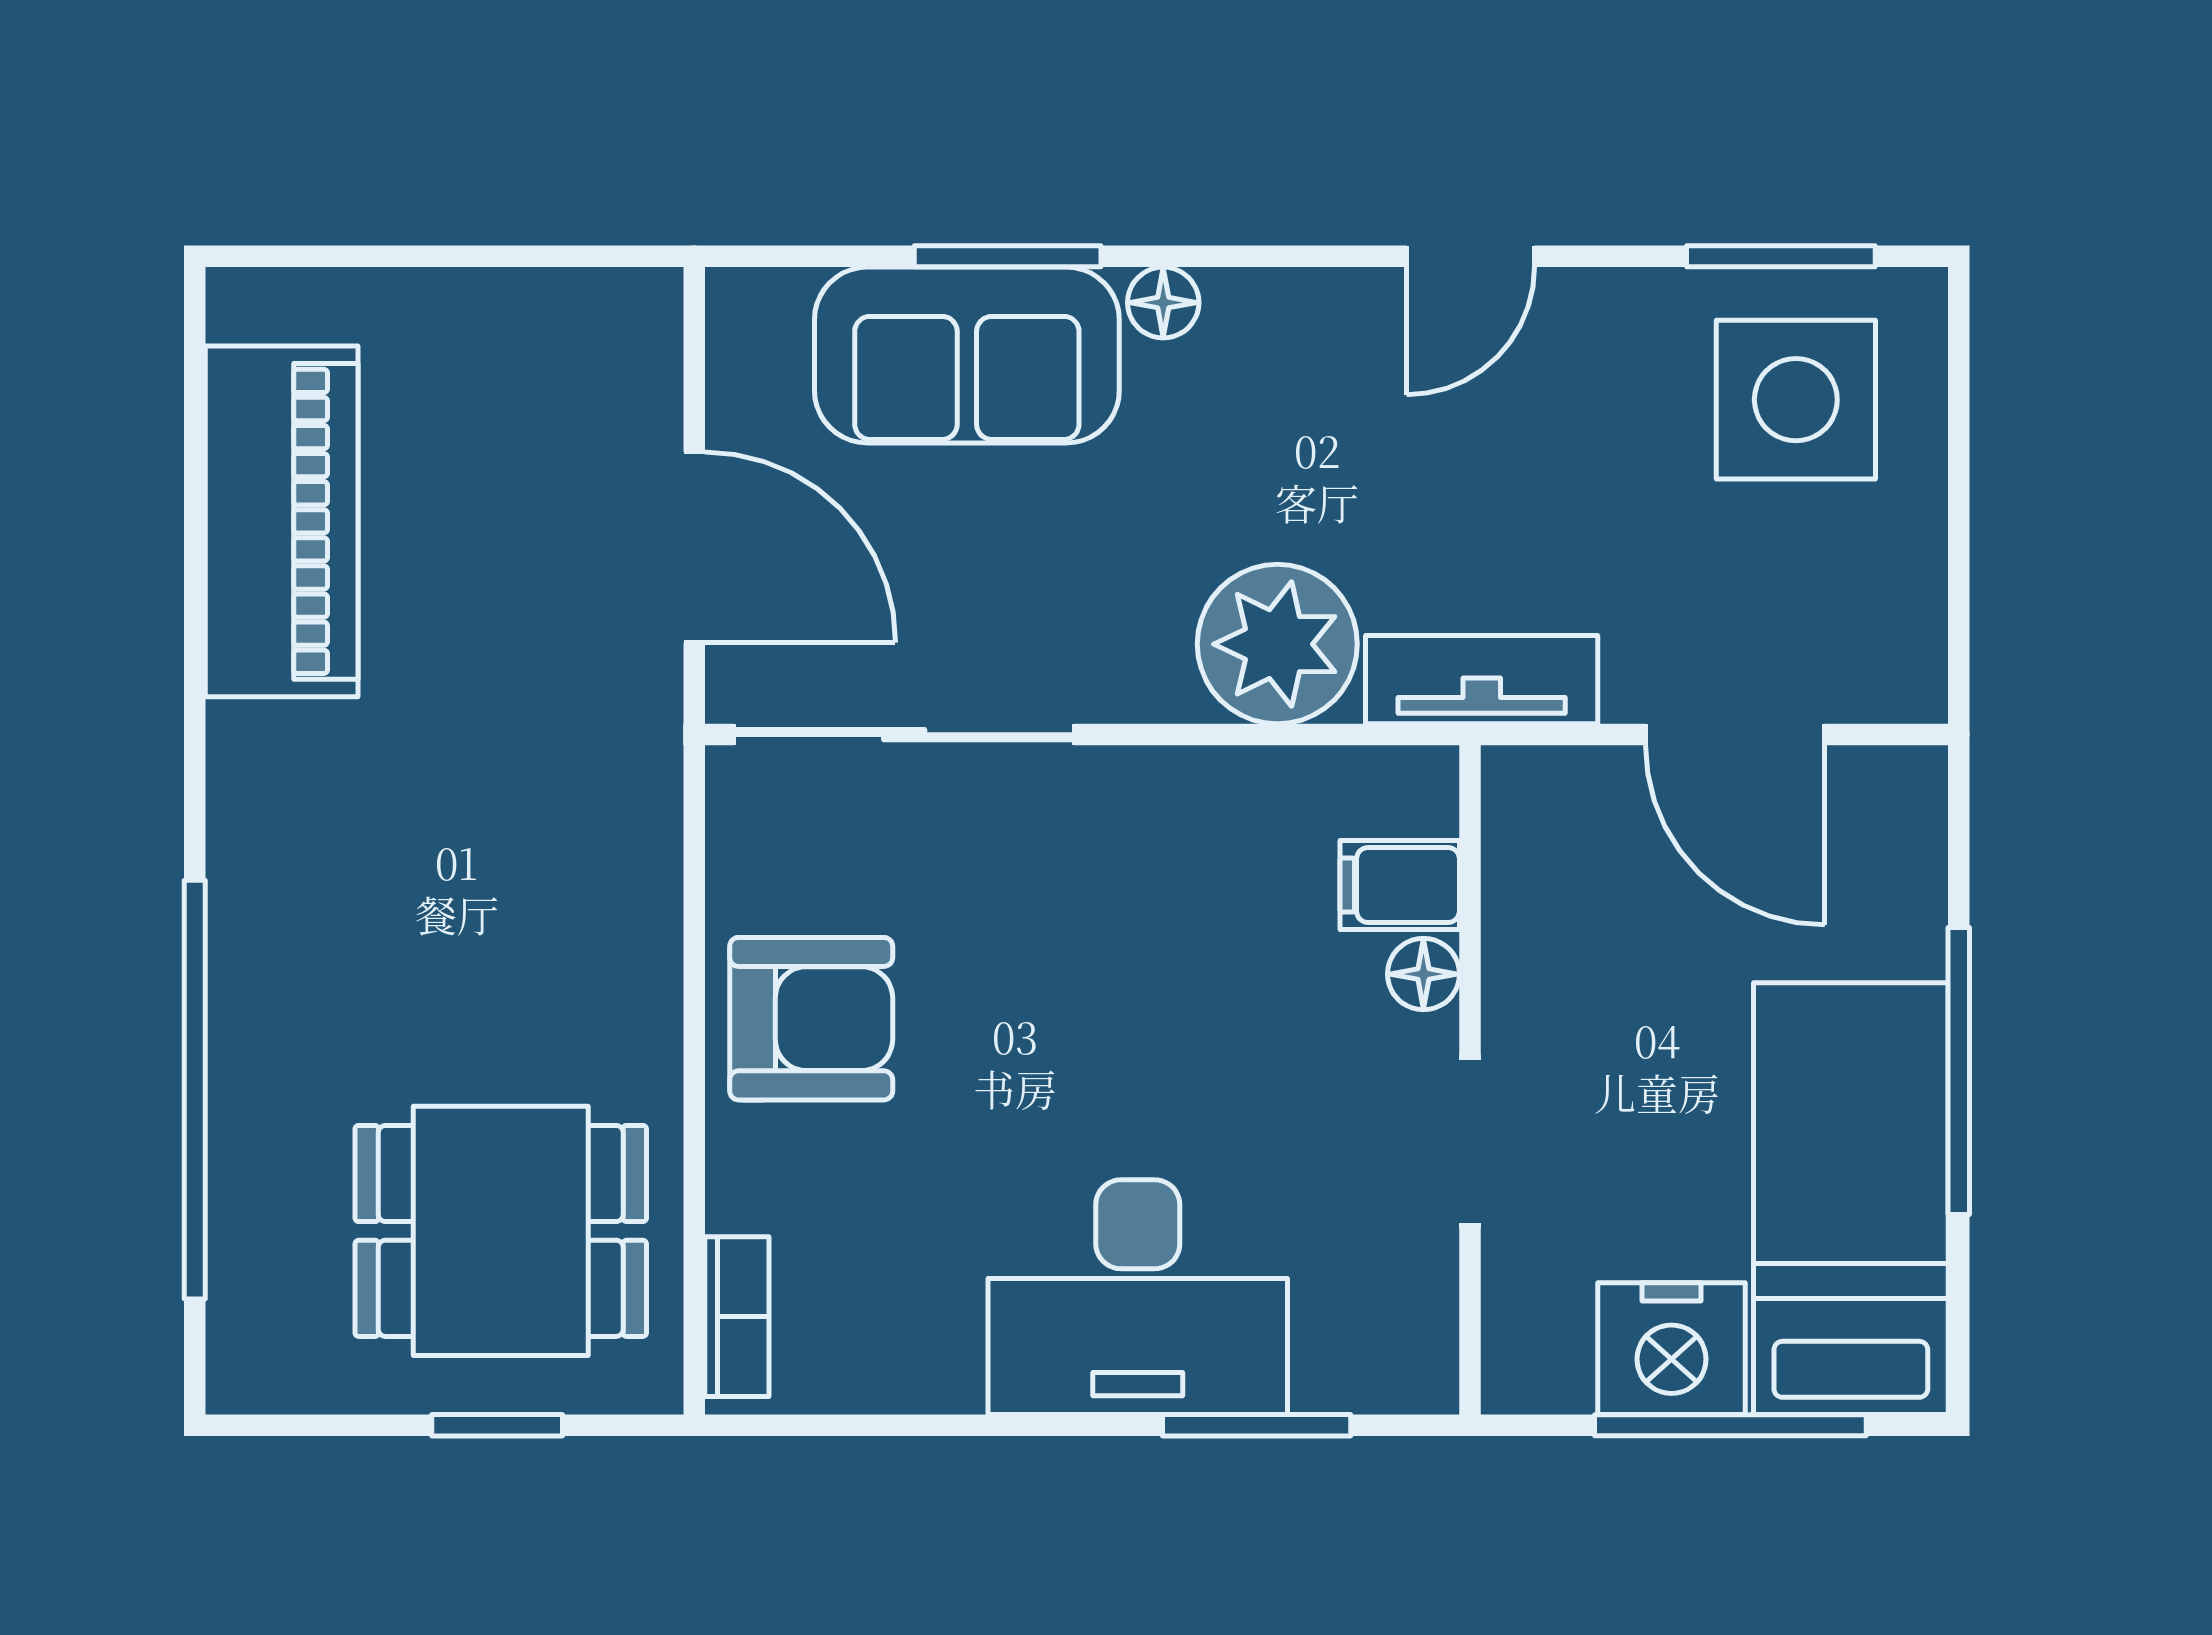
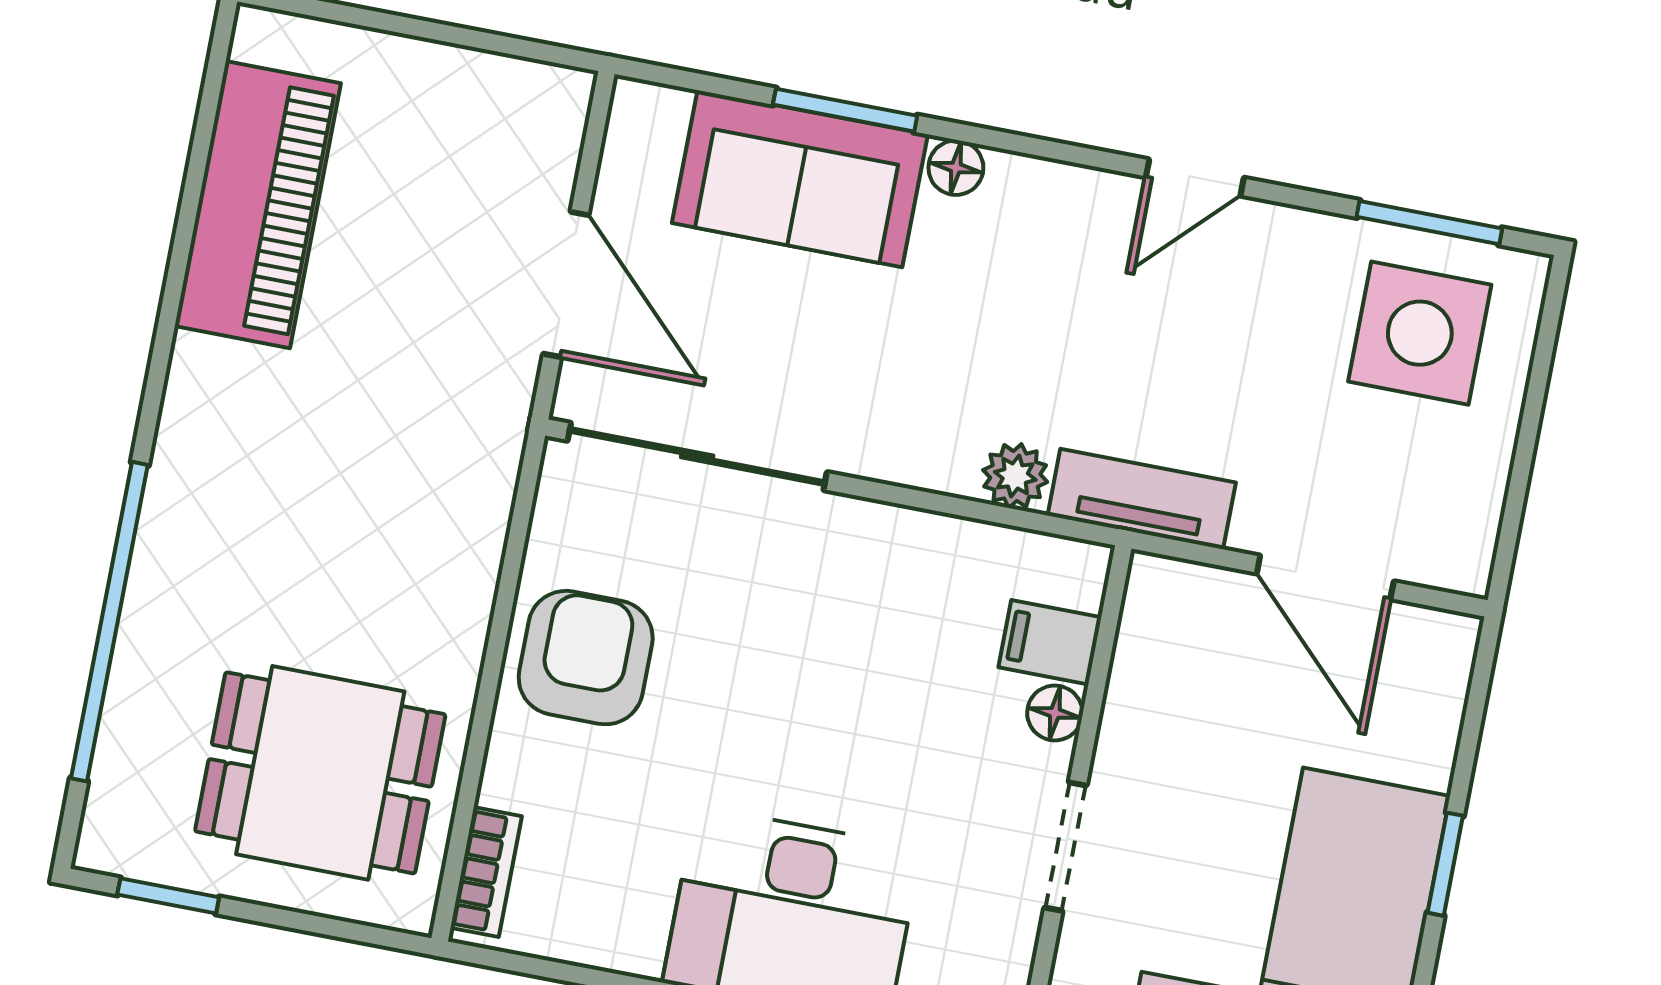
plant: (1277, 644) -> (1015, 476), width x0.53, depth x0.53
armchair: (811, 1019) -> (586, 658), turned -90
window: (1959, 1071) -> (1445, 864), width x0.46
window: (497, 1425) -> (168, 896), moved

